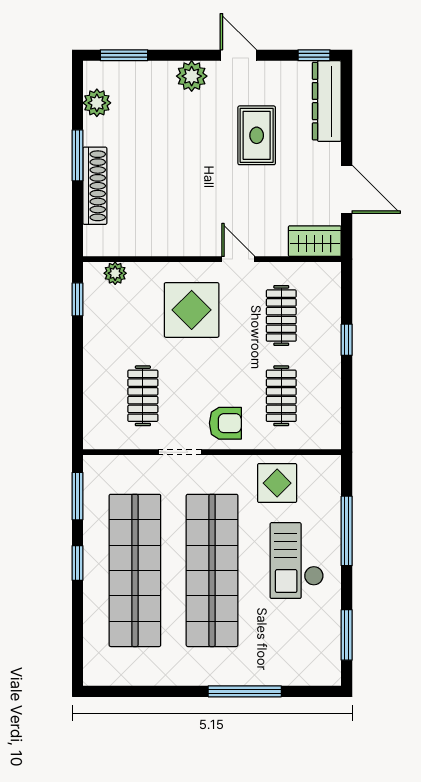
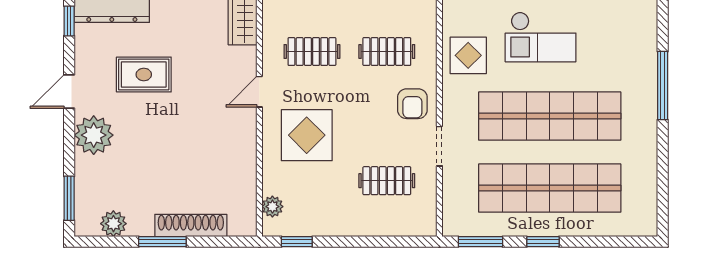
plant: (192, 76) -> (94, 135), width x1.36, depth x1.36
armchair: (225, 423) -> (412, 104), turned 180

